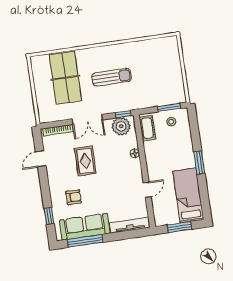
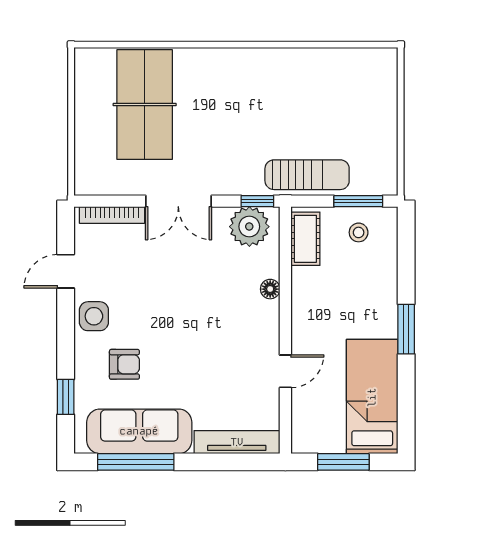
sun lounger: (112, 77) -> (307, 175), moved
rug: (85, 161) -> (161, 290), removed
side table: (56, 177) -> (94, 316), added

